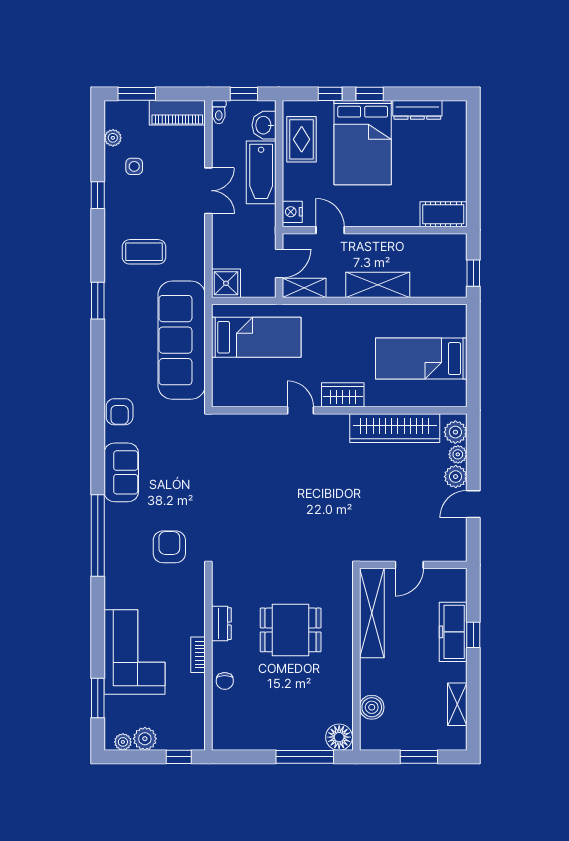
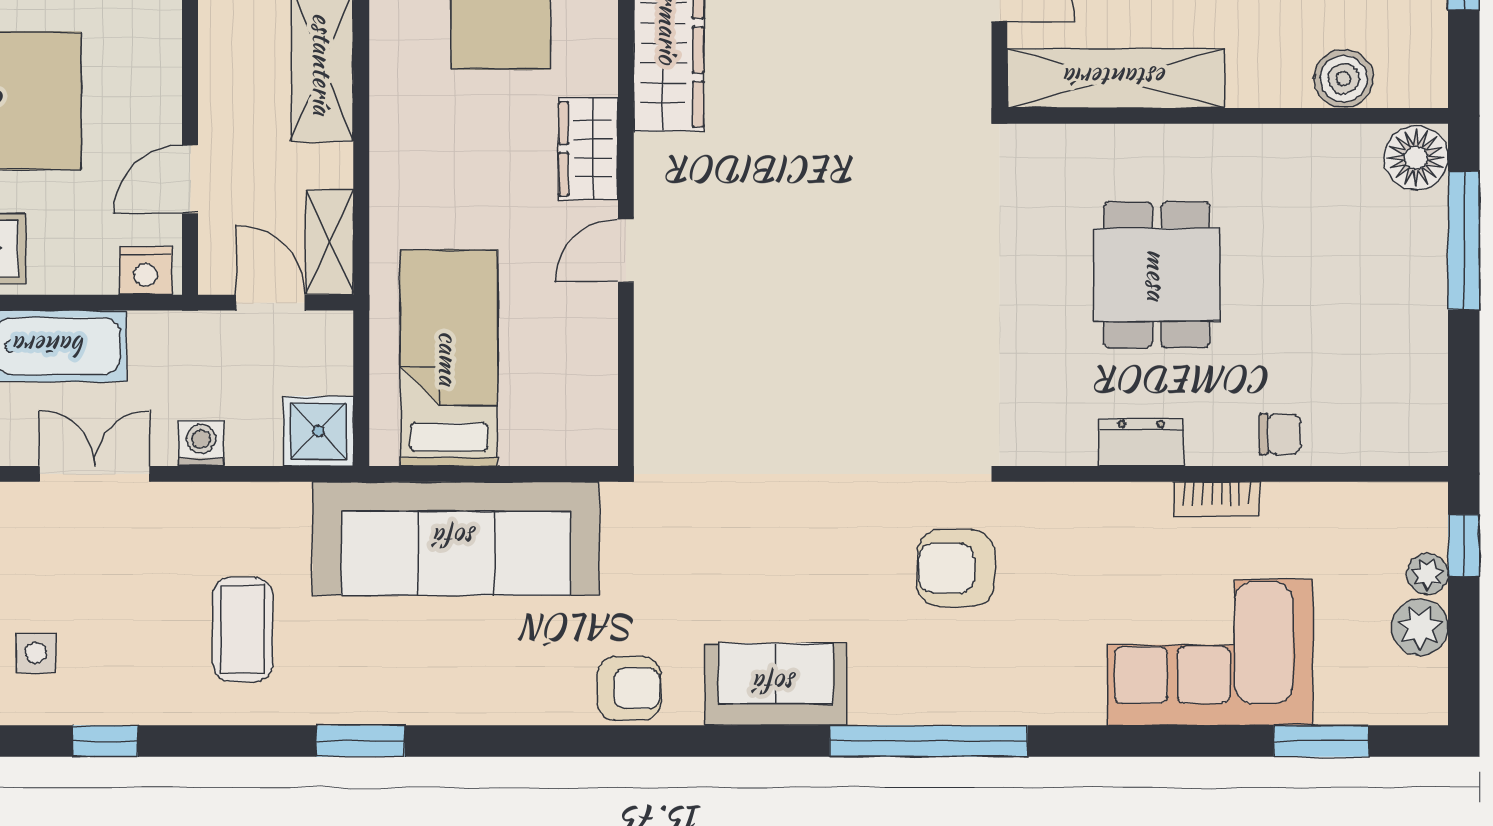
washing machine: (221, 235) -> (201, 443), added
plant: (123, 742) -> (1428, 574), moved

